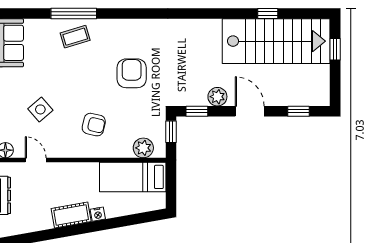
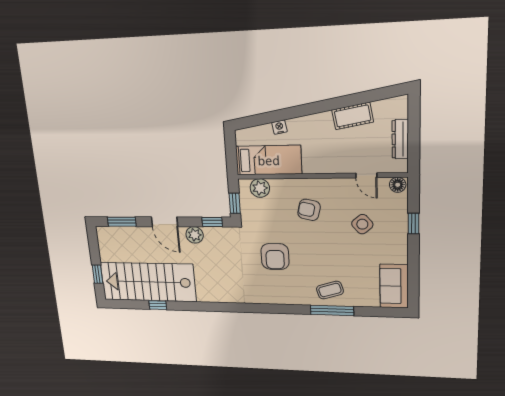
window: (298, 111) -> (122, 222), width x1.50
nightstand: (98, 214) -> (279, 127), moved
cot: (71, 215) -> (353, 116), moved

